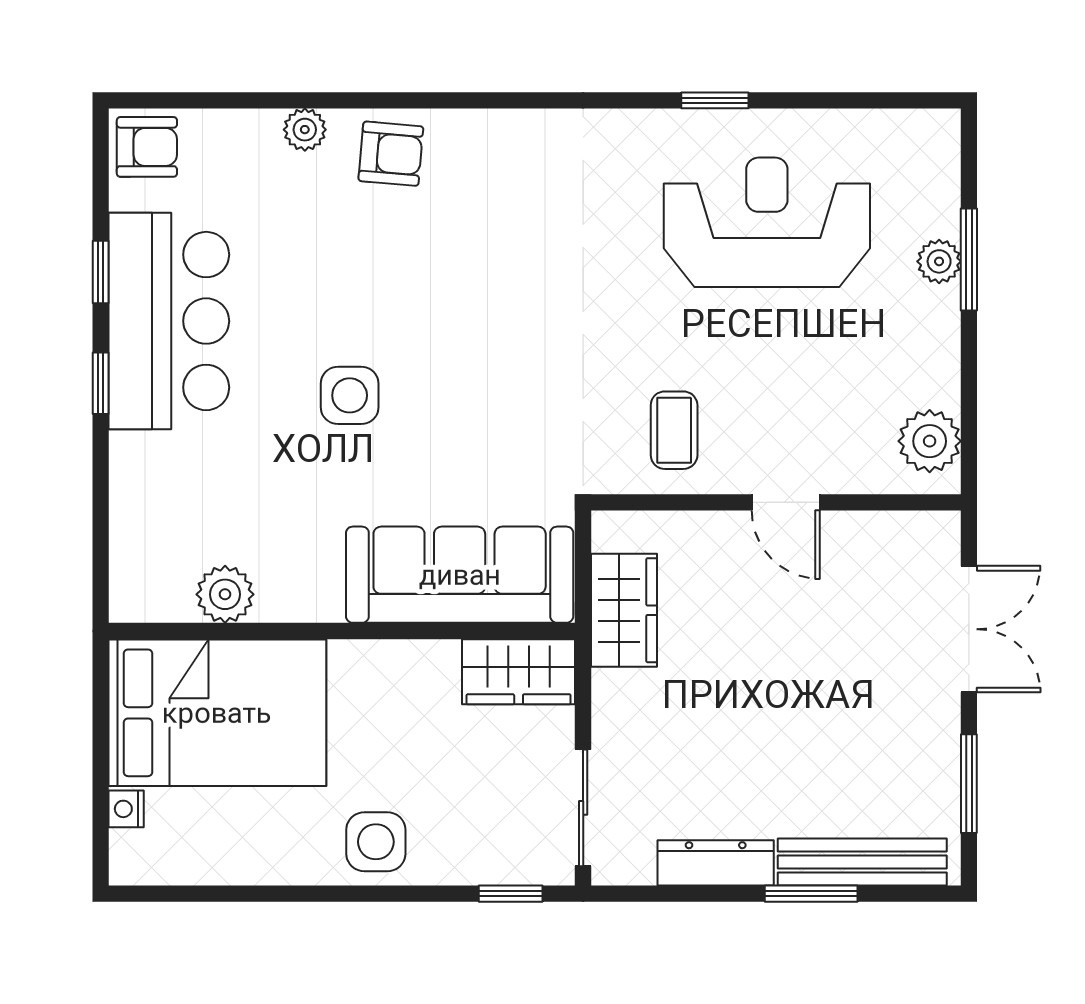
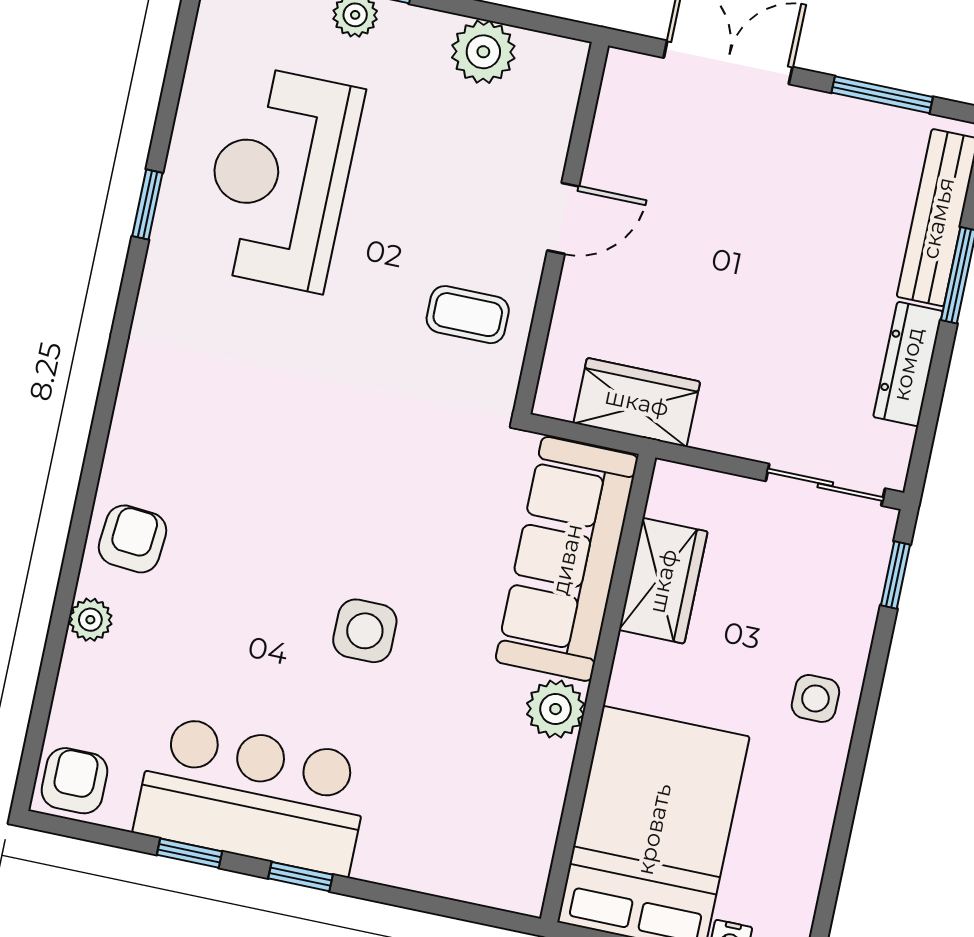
plant: (930, 441) -> (483, 52), moved
plant: (225, 594) -> (556, 709), moved
wardrobe: (519, 672) -> (663, 581), moved
side table: (376, 842) -> (815, 698), width x0.73, depth x0.73

